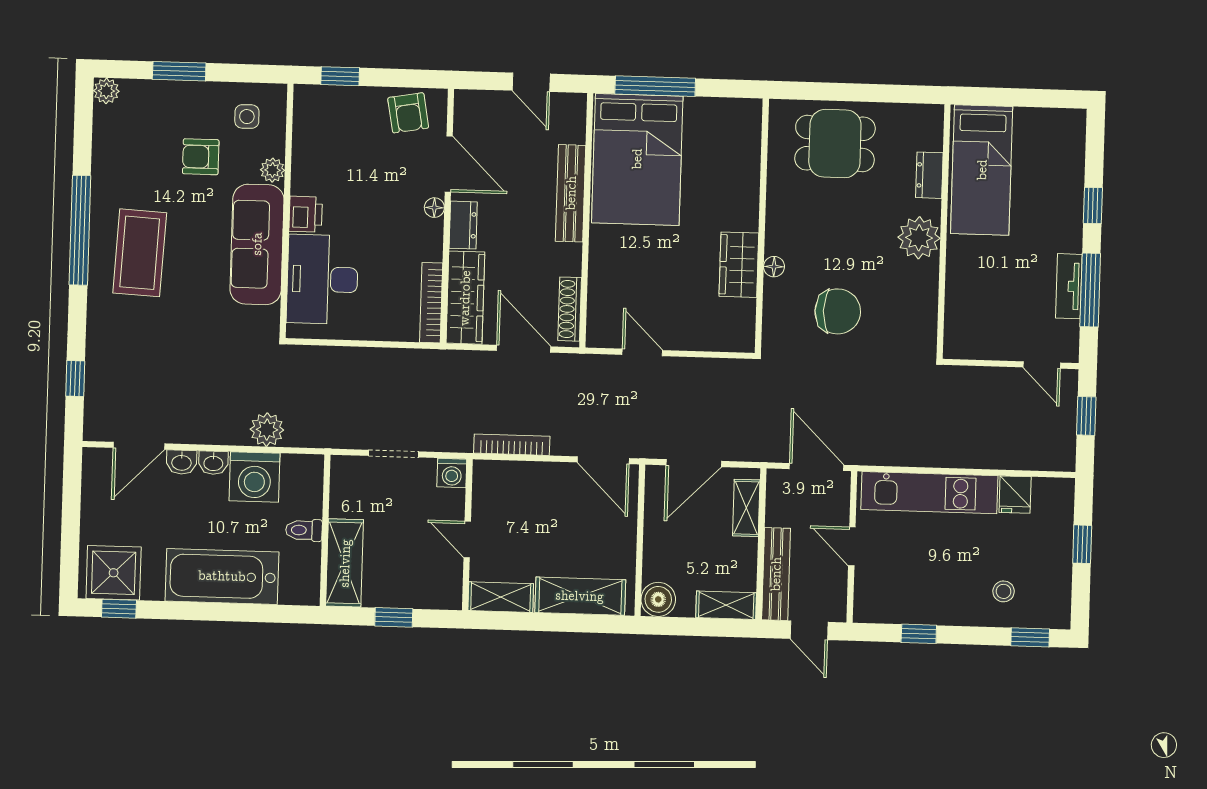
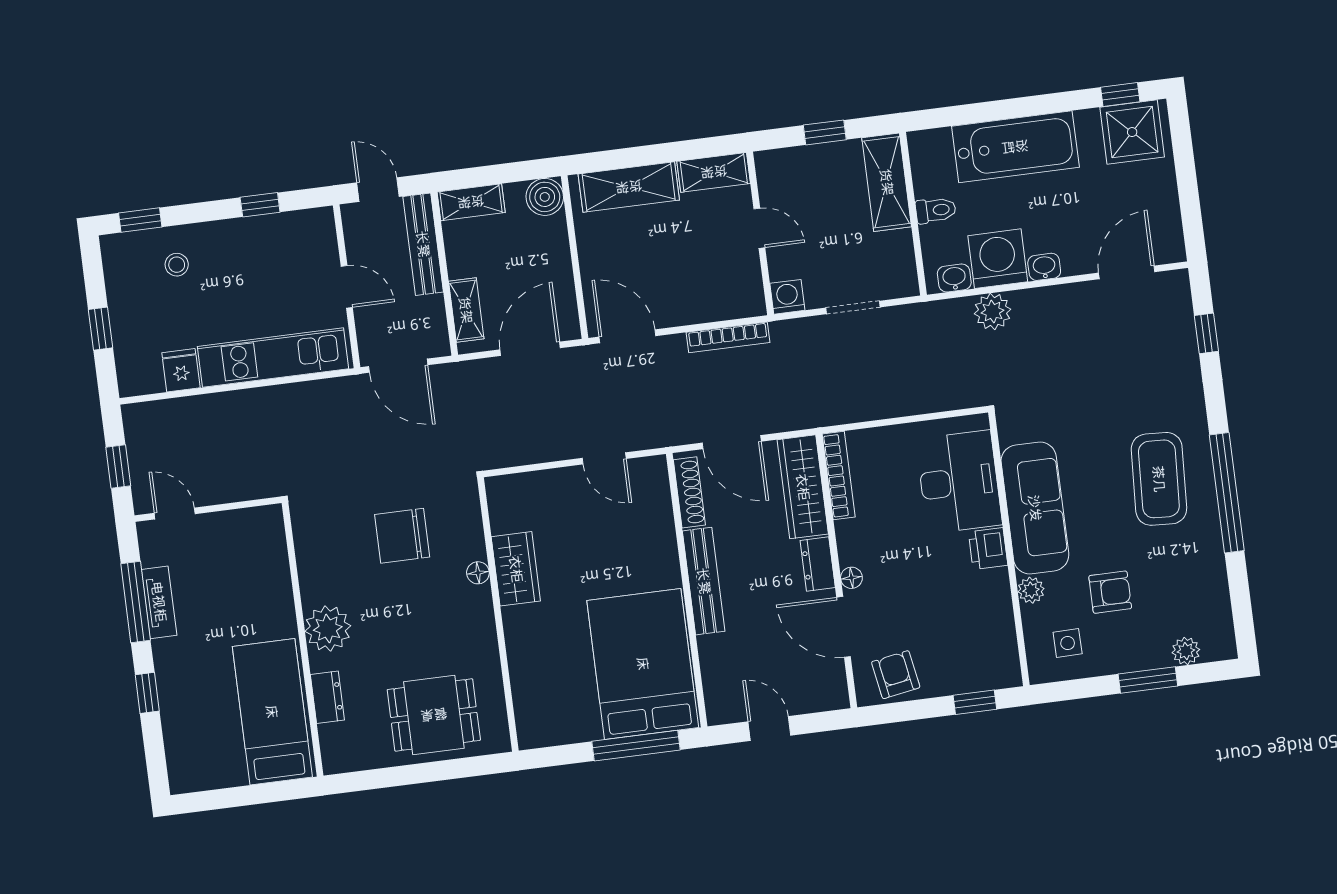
plant: (106, 91) -> (1186, 651), moved
bench: (571, 193) -> (704, 581), moved
washbasin: (181, 462) -> (954, 278), moved

